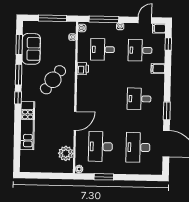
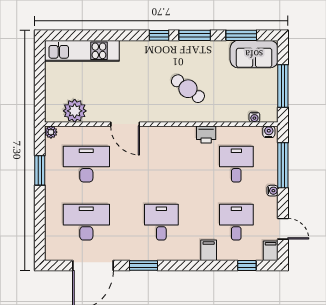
sofa: (31, 49) -> (254, 54), moved
cafe table: (53, 80) -> (188, 89), width x0.73, depth x0.74
kitchen unit: (27, 126) -> (82, 51), moved

